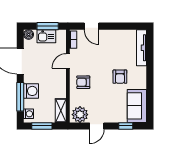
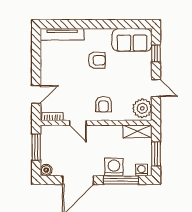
kitchen sink: (46, 36) -> (48, 149), removed

